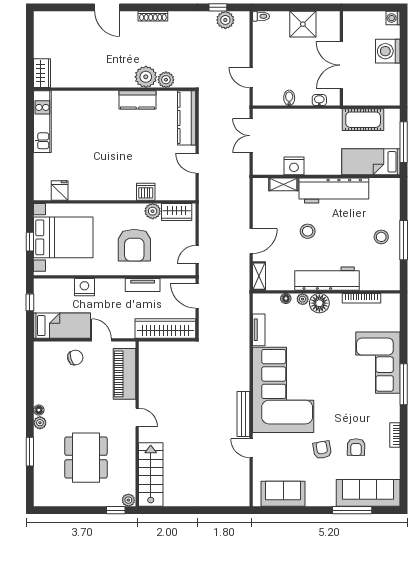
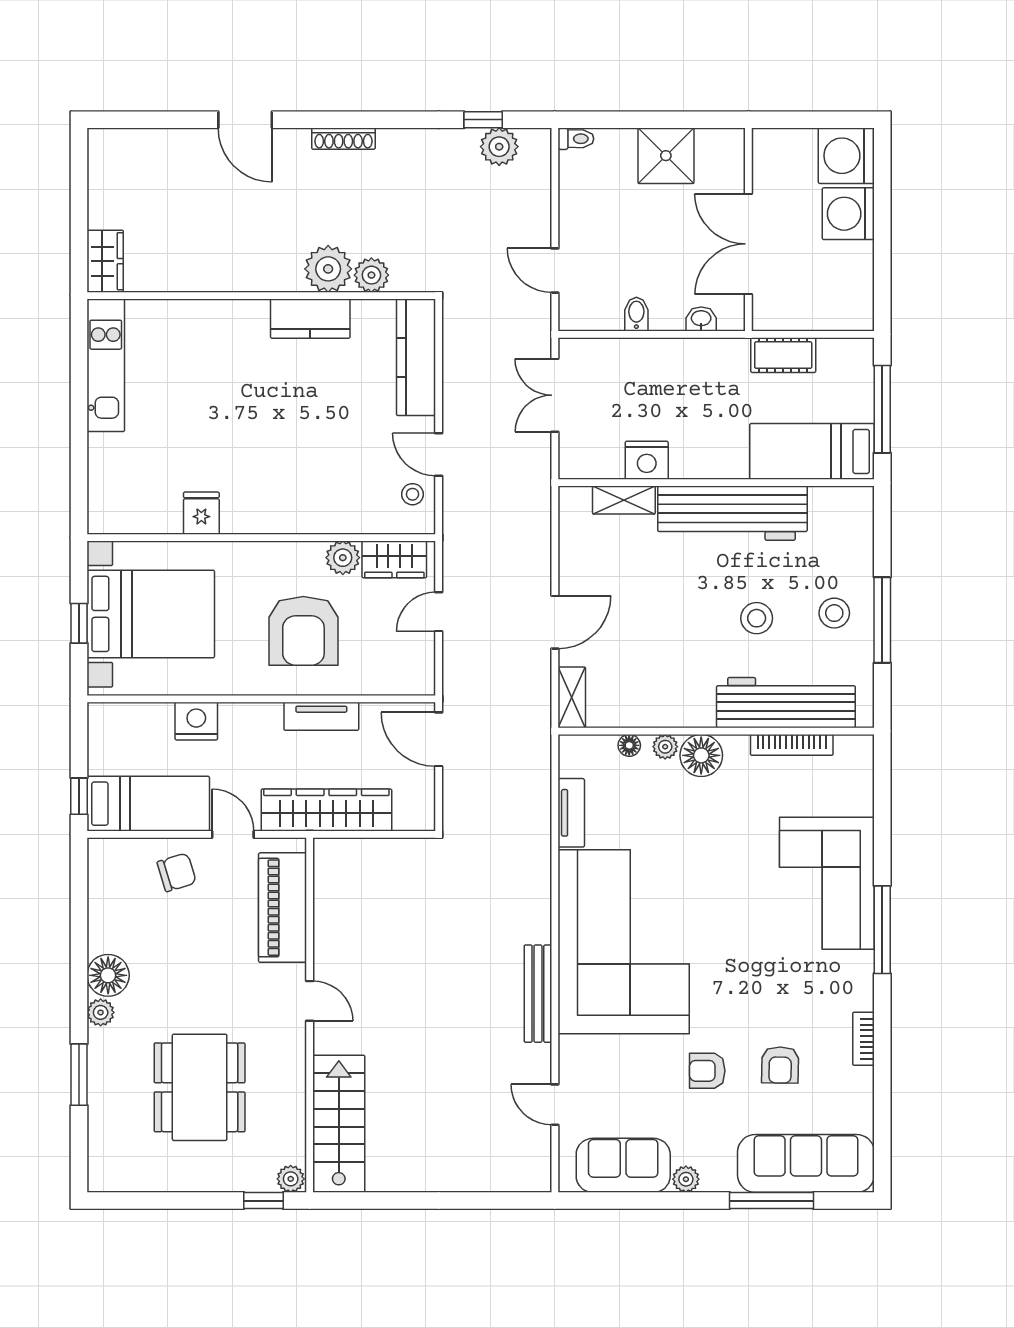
washing machine: (393, 18) -> (846, 156), width x1.89, depth x1.89
cot: (363, 120) -> (783, 355), width x0.73, depth x0.75
stool: (185, 182) -> (412, 494), added
fridge: (60, 190) -> (201, 513), moved
dishwasher: (146, 192) -> (328, 516), removed
stool: (308, 231) -> (757, 618), moved
door: (197, 255) -> (439, 612), moved
workbench: (327, 279) -> (786, 703), moved
window: (30, 302) -> (79, 796), moved
wardrobe: (165, 329) -> (326, 810), moved
floor lamp: (39, 410) -> (108, 975), width x1.89, depth x1.89
door: (251, 448) -> (555, 1105), moved
armchair: (322, 450) -> (707, 1071), turned -80
plant: (312, 500) -> (686, 1179), added

